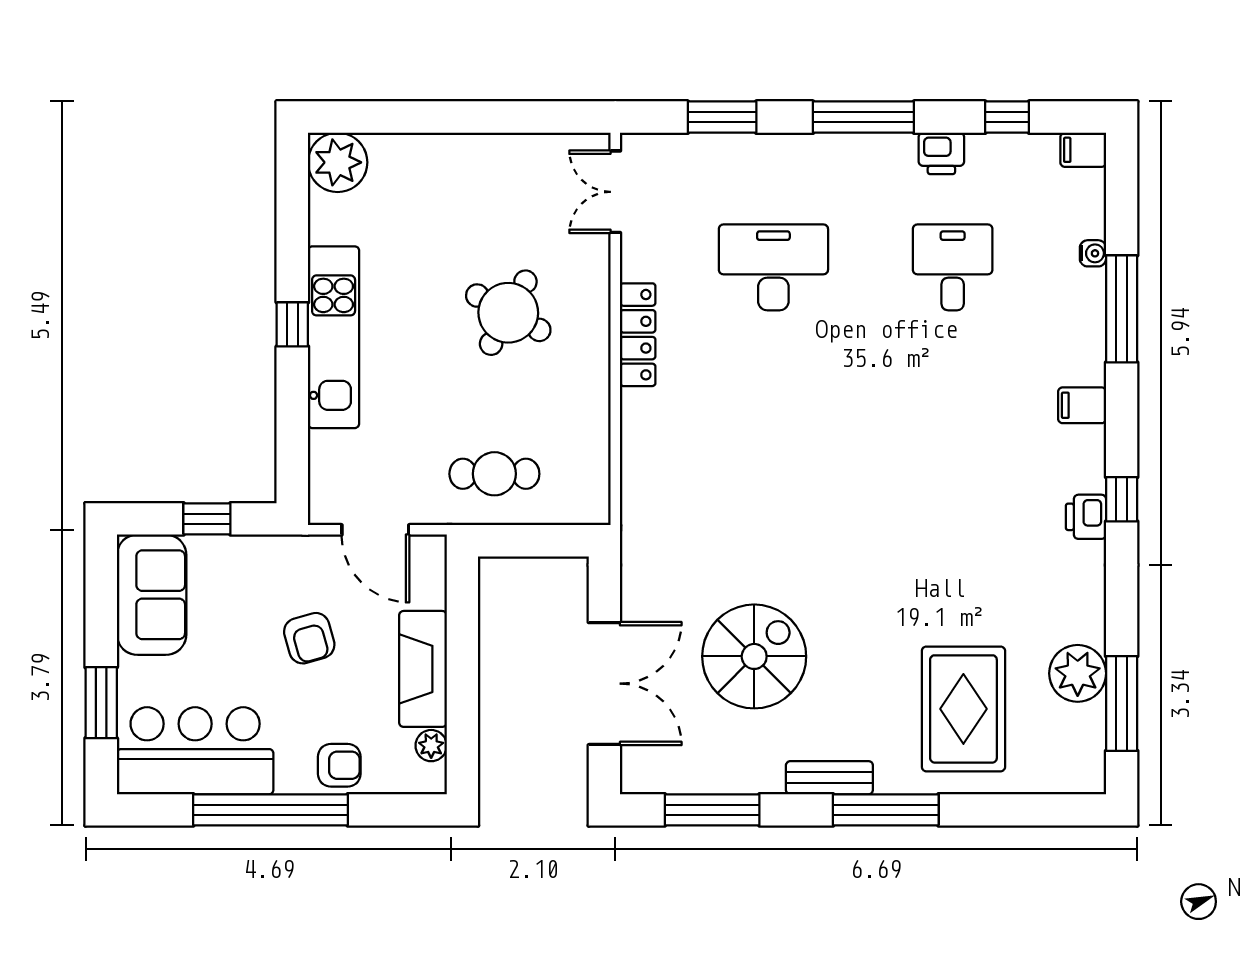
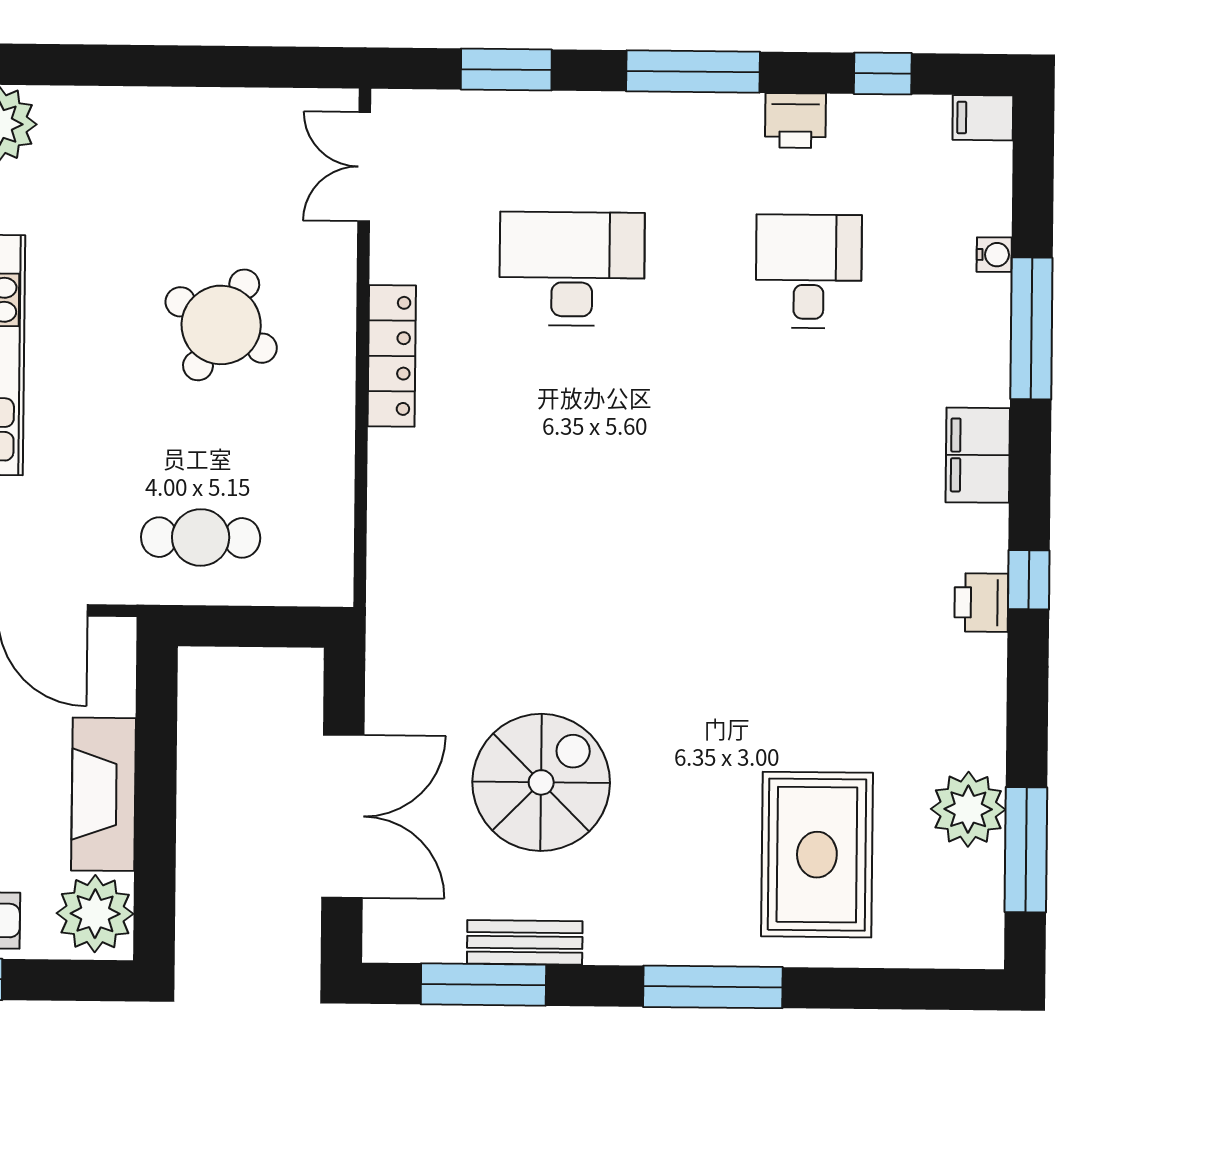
filing cabinet: (1082, 405) -> (978, 455), width x2.00
plant: (431, 746) -> (95, 914), width x1.87, depth x1.87
bench: (829, 778) -> (525, 942), moved

